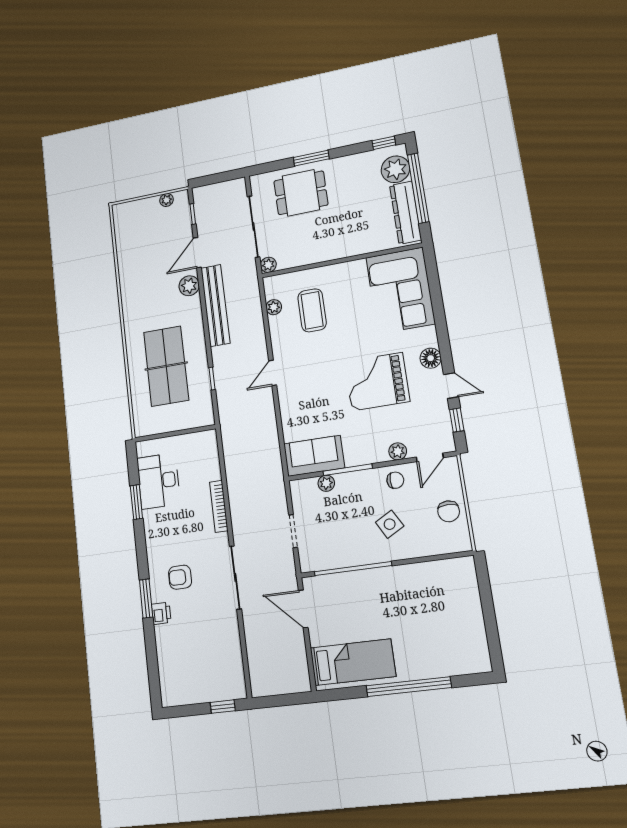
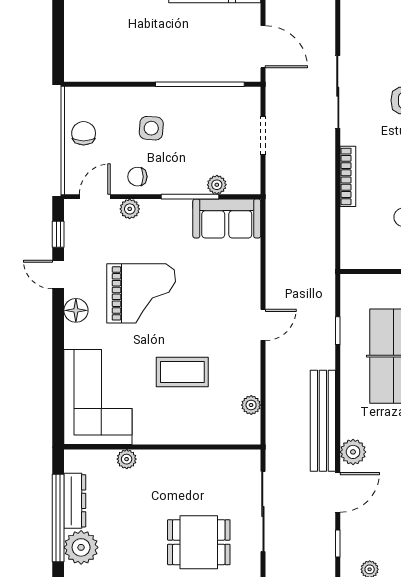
dresser: (406, 213) -> (75, 501), width x0.73, depth x0.80
plant: (268, 265) -> (127, 459), moved
coffee table: (312, 310) -> (182, 372), moved, turned 90
side table: (390, 524) -> (151, 128), turned 33

